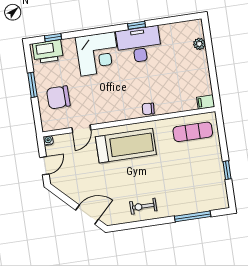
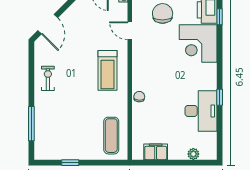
desk: (139, 45) -> (201, 111), moved
corner desk: (98, 54) -> (198, 43), moved
filing cabinet: (206, 102) -> (156, 152), moved, width x2.00
treadmill: (126, 146) -> (108, 70), width x0.73, depth x0.73

